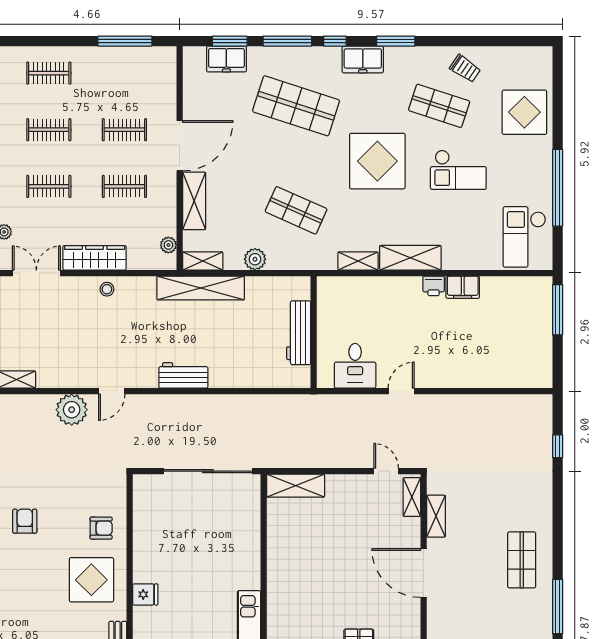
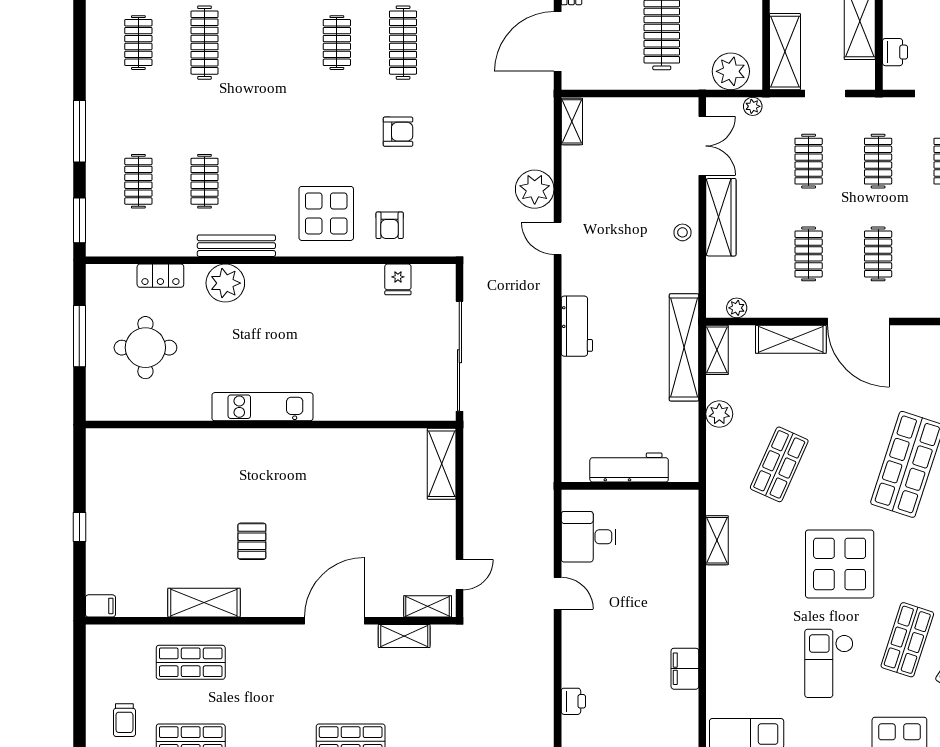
shelving: (410, 258) -> (721, 605), removed
printer: (434, 286) -> (573, 701), moved, turned 180
fridge: (145, 594) -> (398, 279), moved

